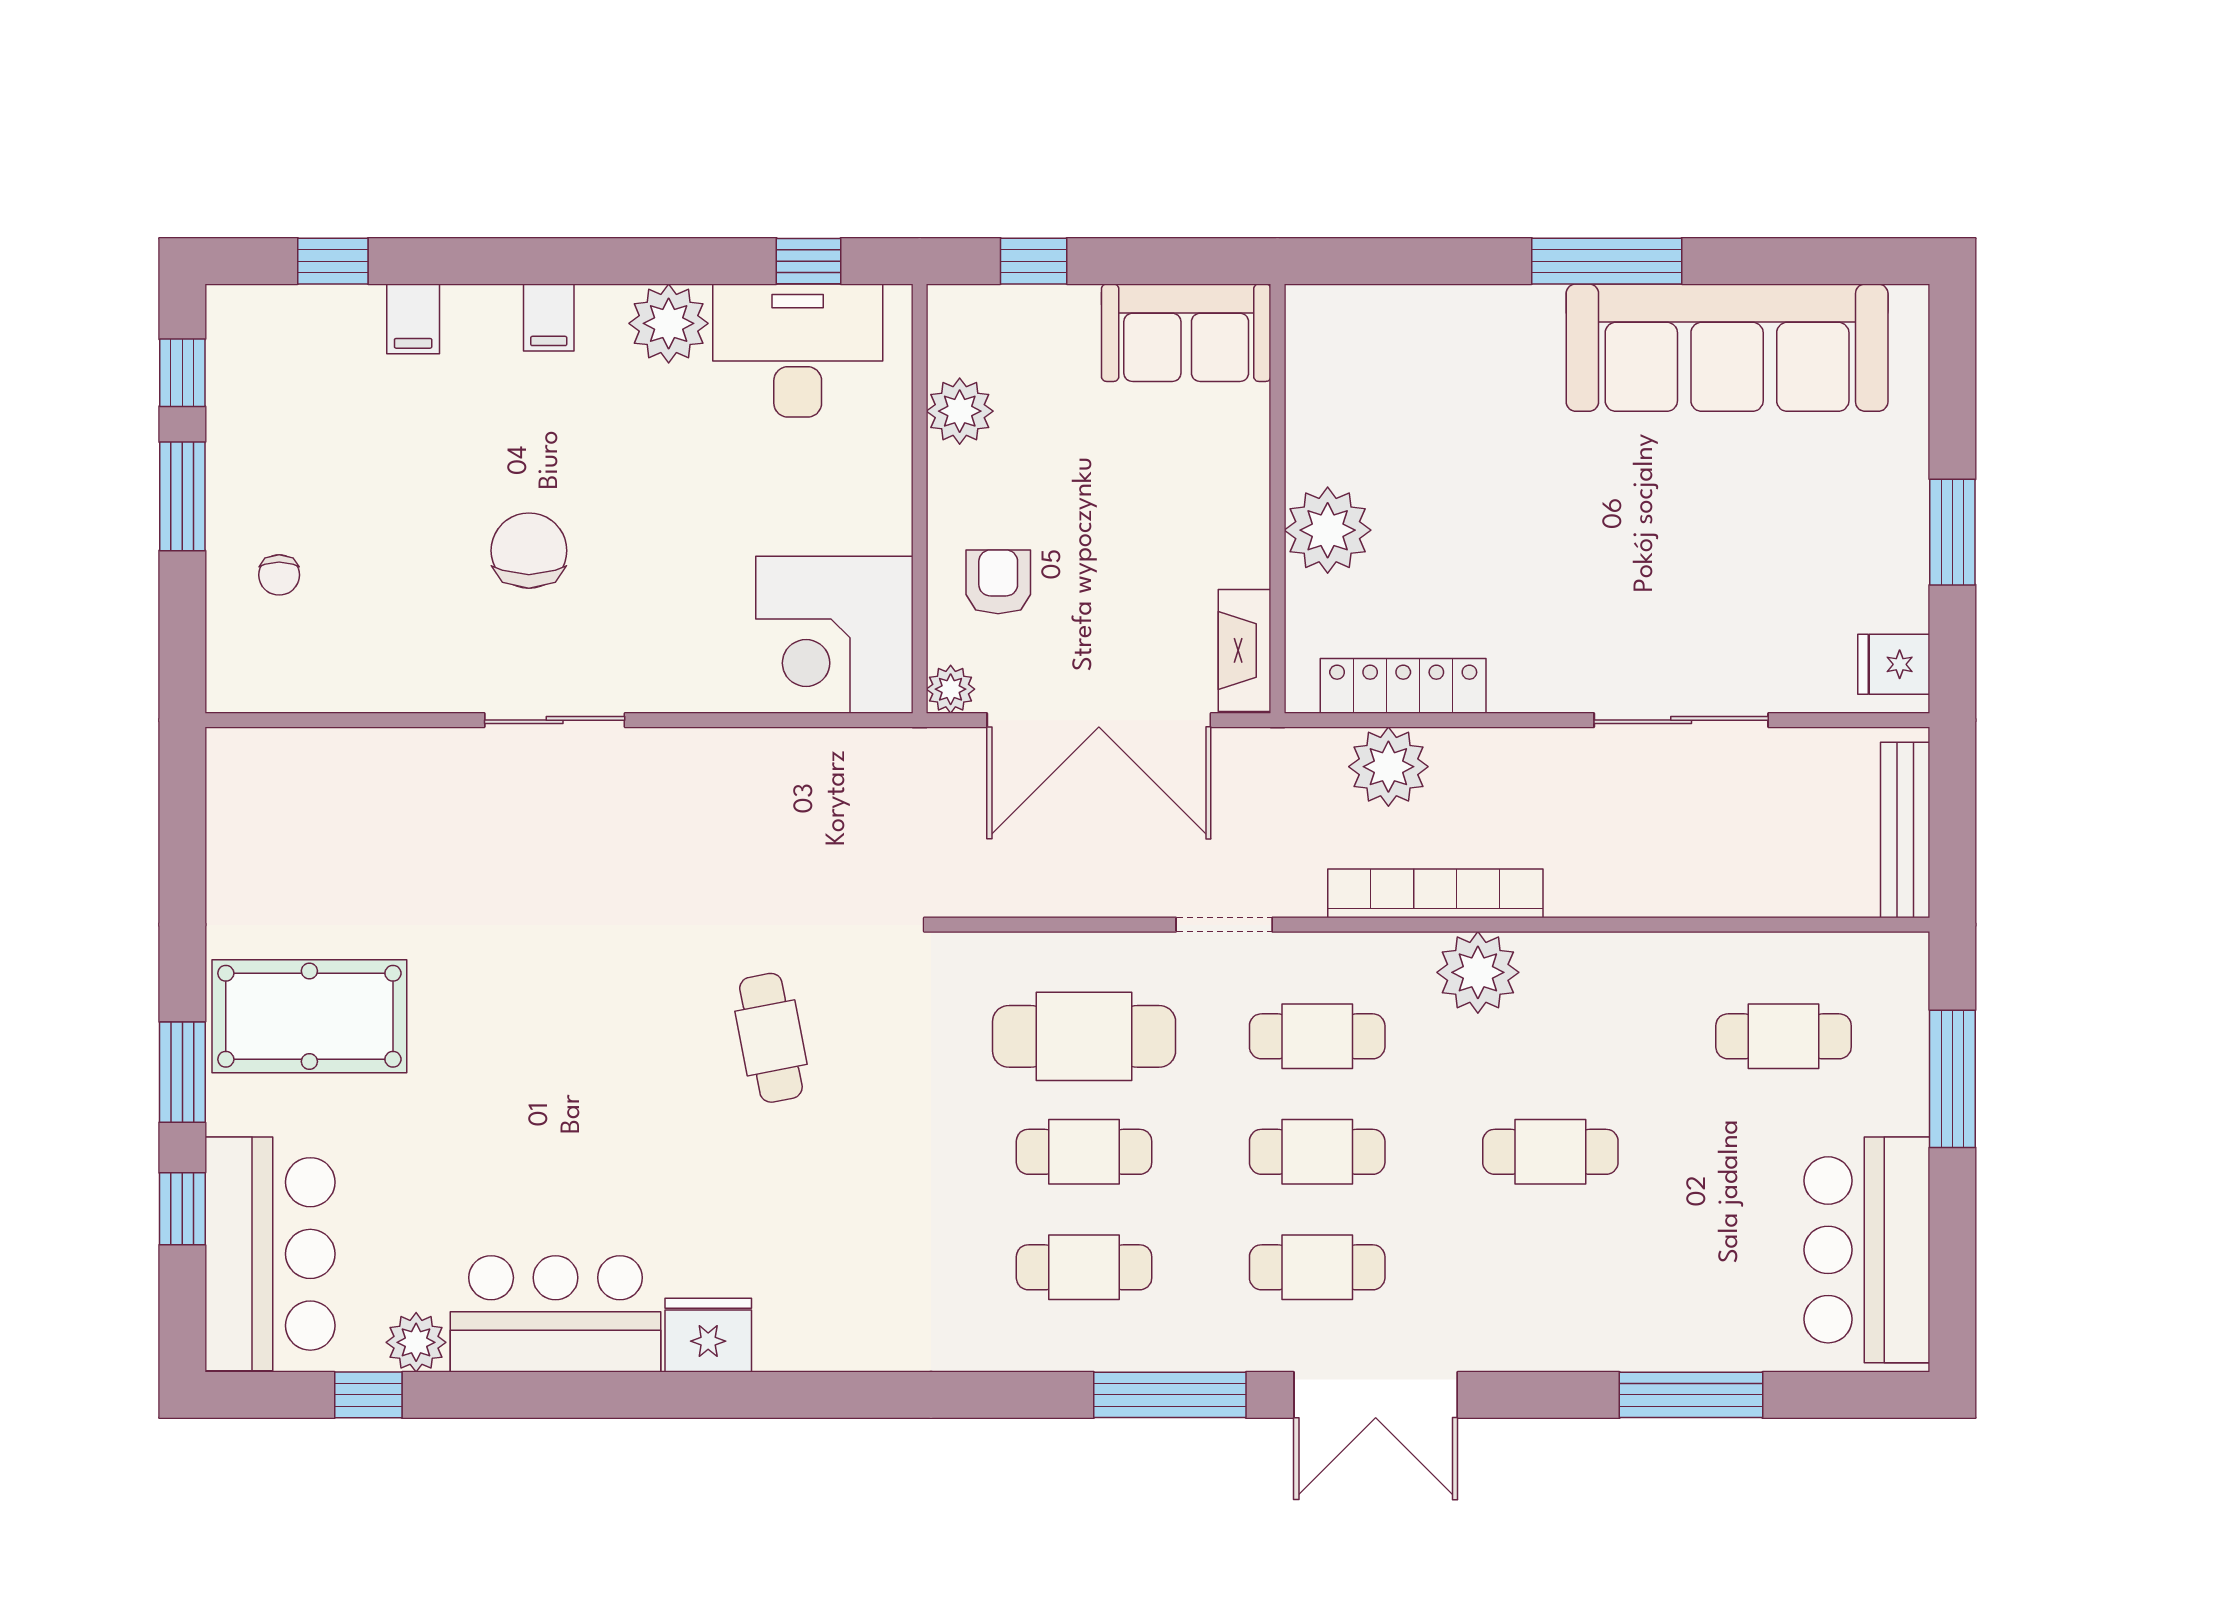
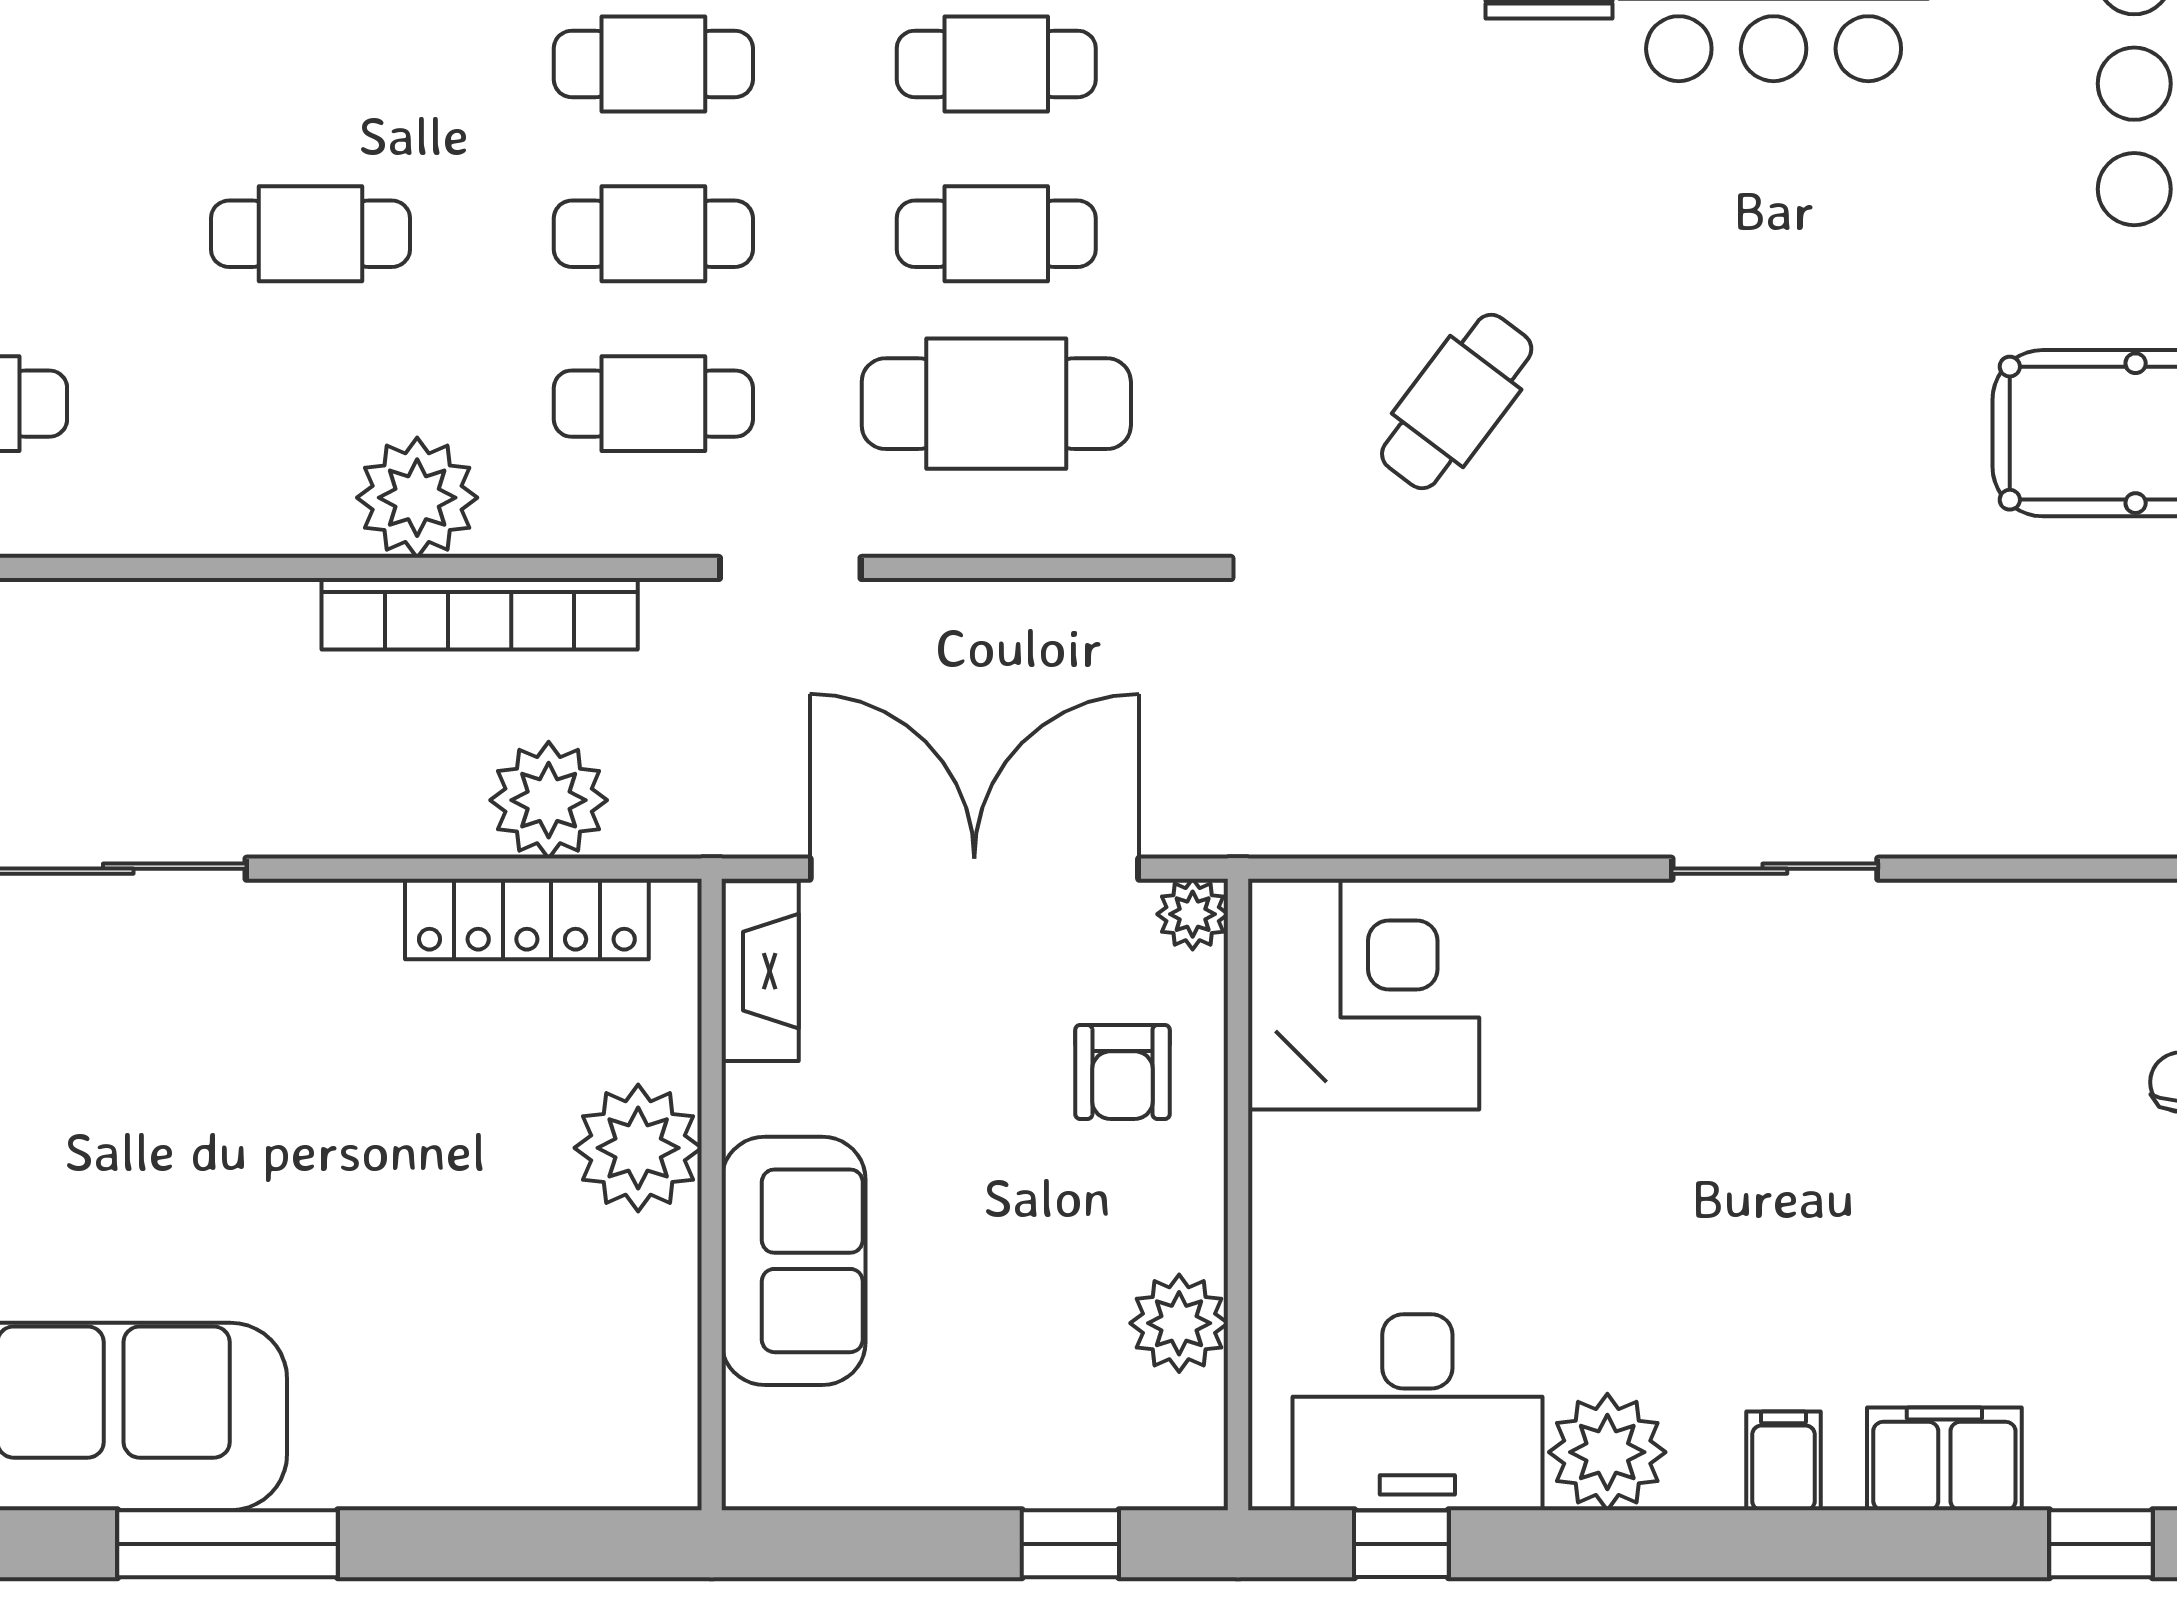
filing cabinet: (413, 319) -> (1944, 1459), width x2.00
sofa: (1186, 333) -> (794, 1261), moved, turned 90
chair: (529, 551) -> (1813, 1118), removed
cafe table: (771, 1038) -> (1457, 401), turned 48

